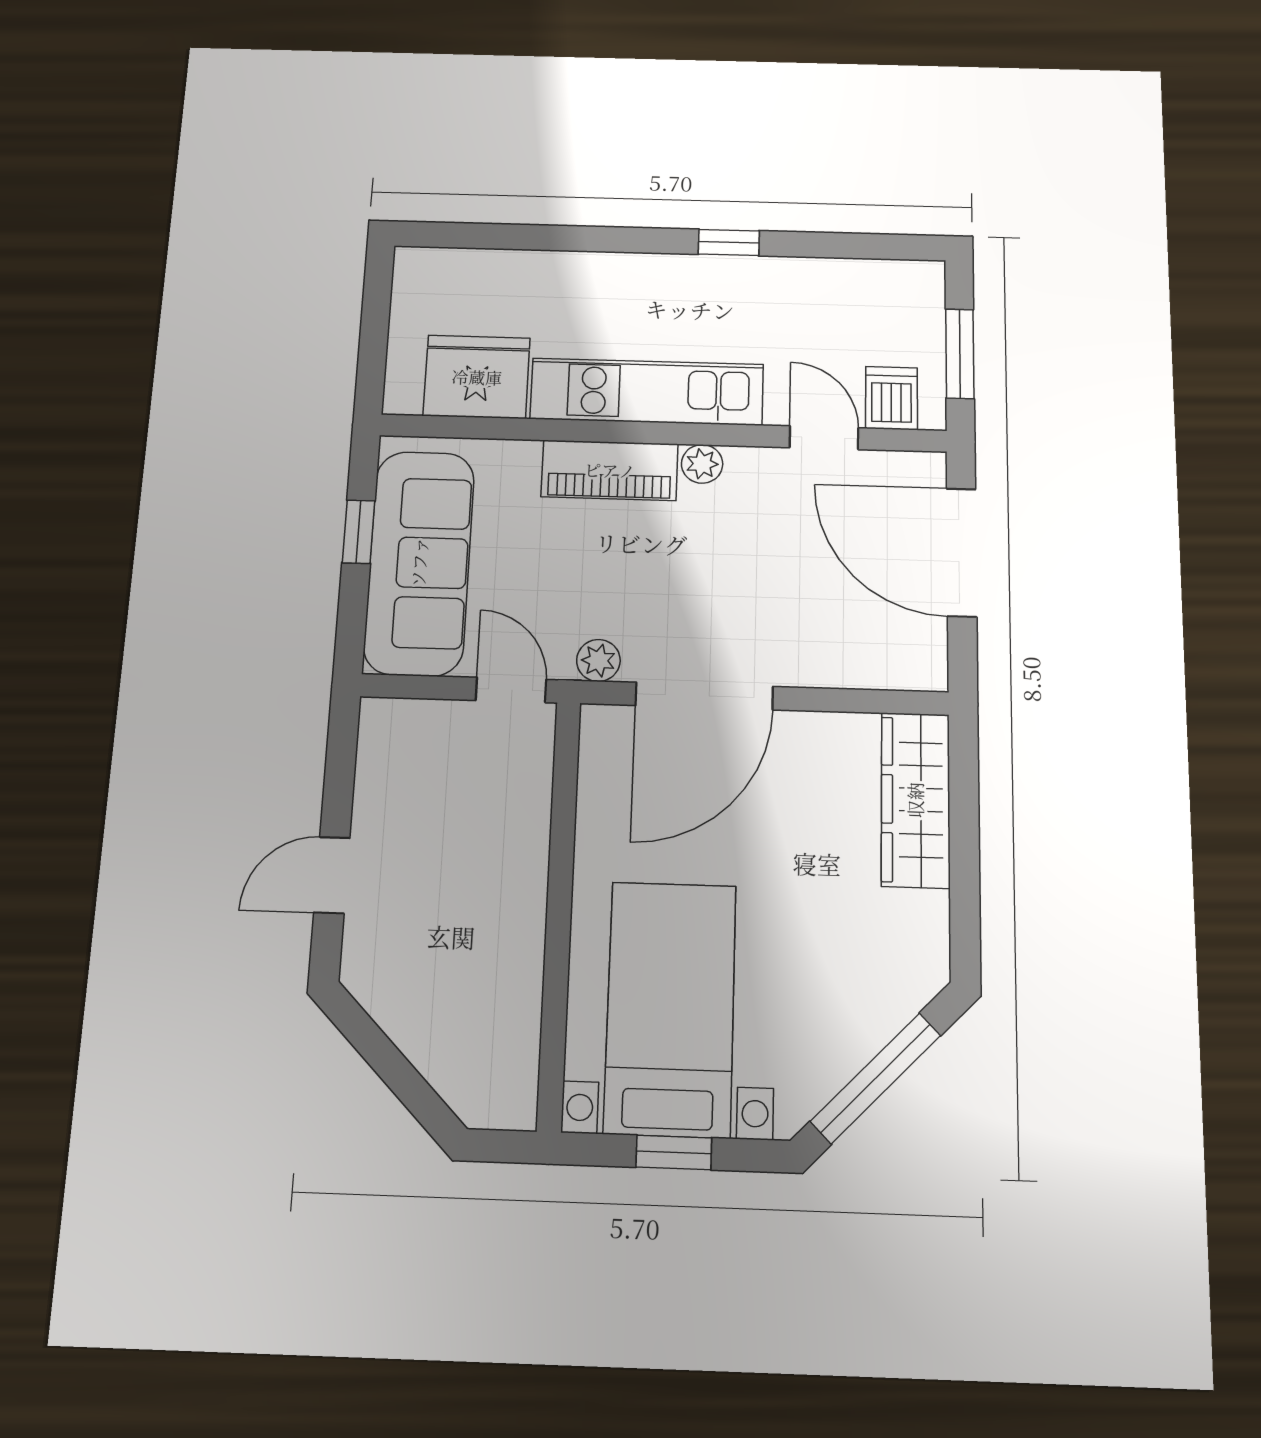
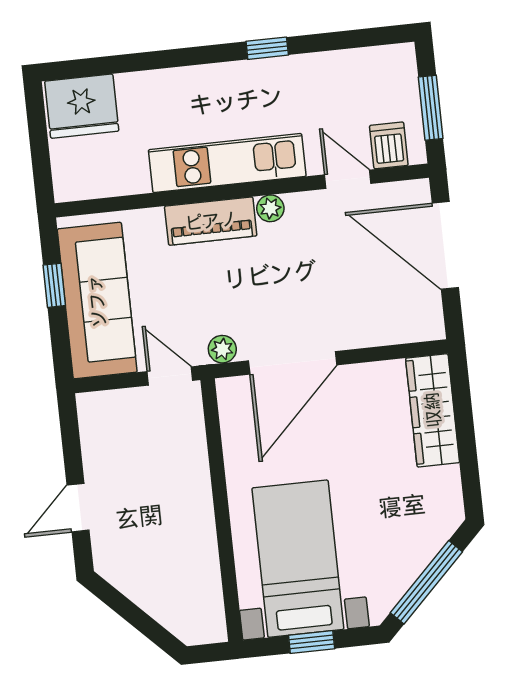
fridge: (477, 377) -> (82, 106), moved, turned 180

